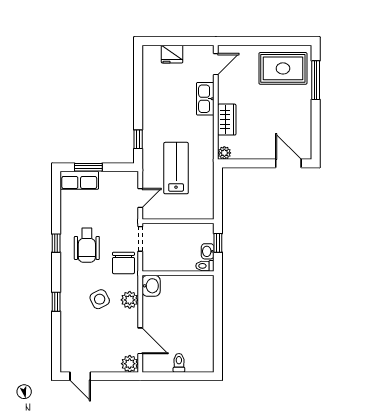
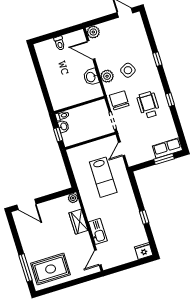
fridge: (172, 54) -> (144, 251), moved
window: (138, 139) -> (144, 217), moved
washbasin: (151, 286) -> (91, 77), moved

